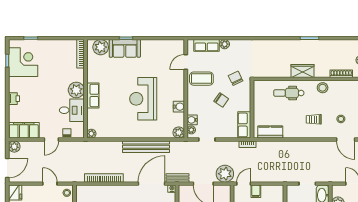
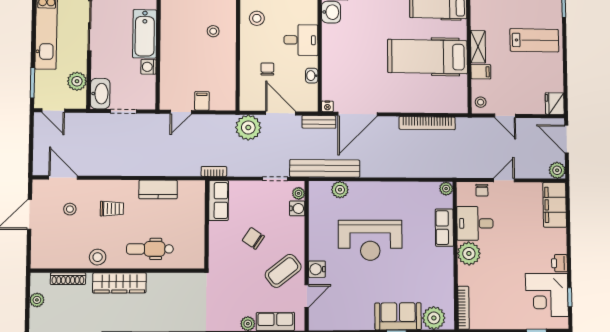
wardrobe: (303, 71) -> (119, 283), width x1.50
chair: (236, 78) -> (231, 271), removed
coffee table: (201, 79) -> (283, 271), turned -38
dental chair: (289, 93) -> (150, 249), turned 180
row of seats: (93, 95) -> (444, 228), moved
printer: (14, 99) -> (559, 263), moved
reception desk: (143, 99) -> (370, 240), turned 90
water cooler: (179, 107) -> (317, 269), moved
filing cabinet: (24, 130) -> (555, 205), moved, turned 90
kitchen counter: (270, 132) -> (158, 189), moved
plant: (179, 133) -> (340, 190), moved
bench: (146, 147) -> (325, 168), moved
door: (7, 168) -> (566, 139), hinge flipped
door: (244, 184) -> (181, 112), moved

